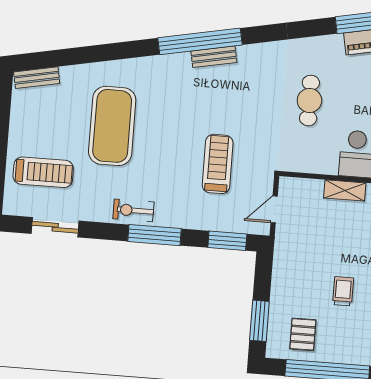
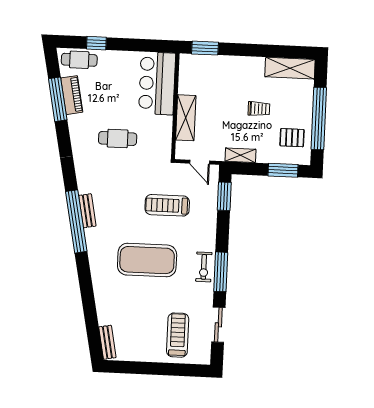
exercise mat: (112, 126) -> (147, 260), moved
shelving: (345, 190) -> (186, 118), width x1.50, depth x1.33
window: (154, 235) -> (221, 272), moved
shelving: (282, 264) -> (240, 155), added
trolley: (343, 291) -> (259, 109), turned 180

